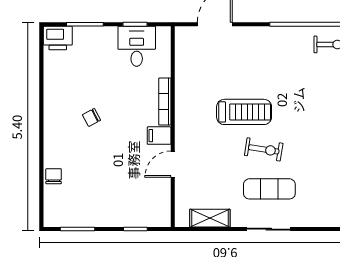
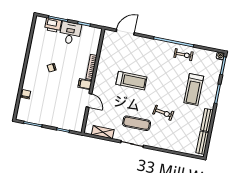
printer: (58, 38) -> (53, 25), moved
desk: (137, 46) -> (70, 33), moved
exercise bike: (264, 149) -> (163, 113), moved
door: (173, 164) -> (89, 100), swing flipped

